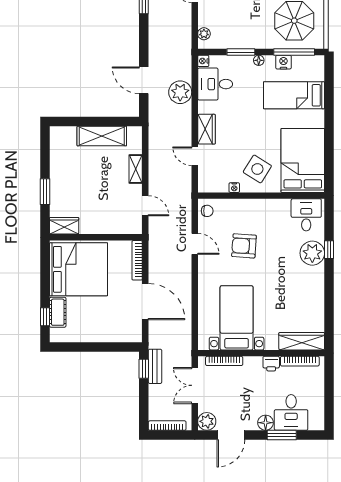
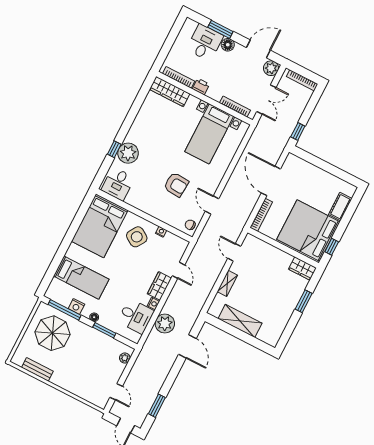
nightstand: (203, 61) -> (153, 304), moved
window: (45, 317) -> (332, 247), moved
bench: (155, 366) -> (289, 129), removed

